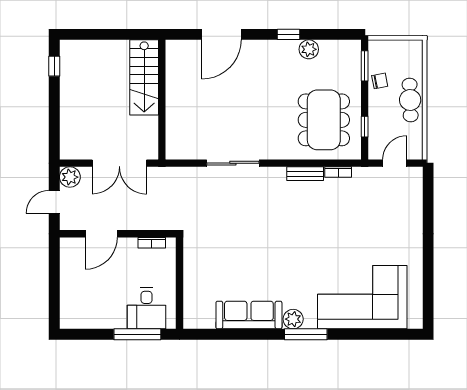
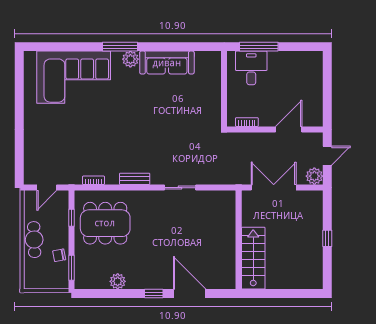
door: (221, 34) -> (190, 294), hinge flipped
window: (288, 34) -> (154, 294), moved
window: (54, 66) -> (327, 238), moved
dining table: (324, 120) -> (105, 223), turned 90
sliding door: (233, 163) -> (180, 188), width x0.73
bench: (305, 174) -> (135, 179), moved

